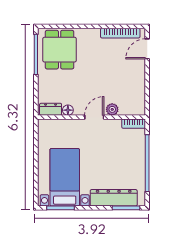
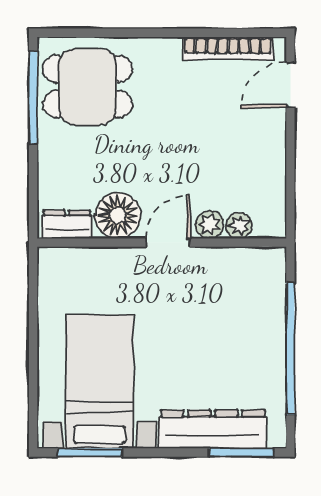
dining table: (60, 50) -> (88, 87), turned 90
floor lamp: (68, 110) -> (118, 216), width x1.89, depth x1.89
plant: (125, 110) -> (239, 226), added
bookcase: (134, 124) -> (259, 258), removed

